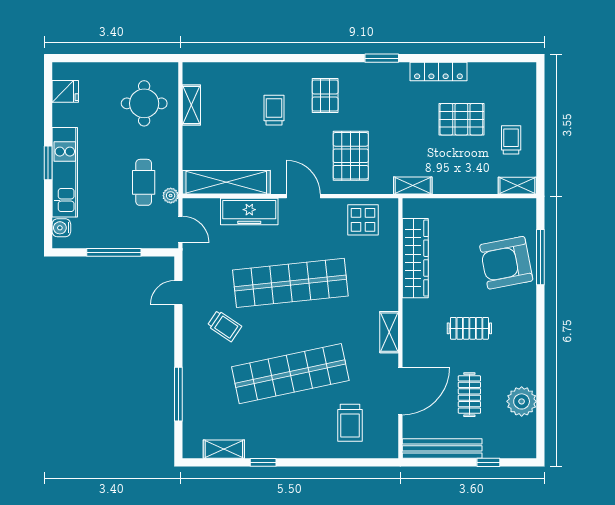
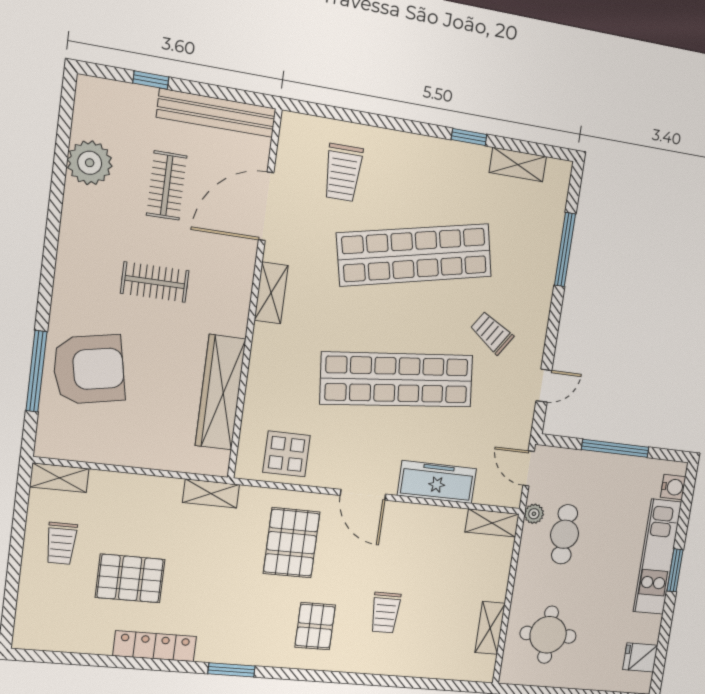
shelving: (226, 182) -> (492, 523), width x0.45, depth x0.75
trolley: (350, 423) -> (343, 173), turned 180

